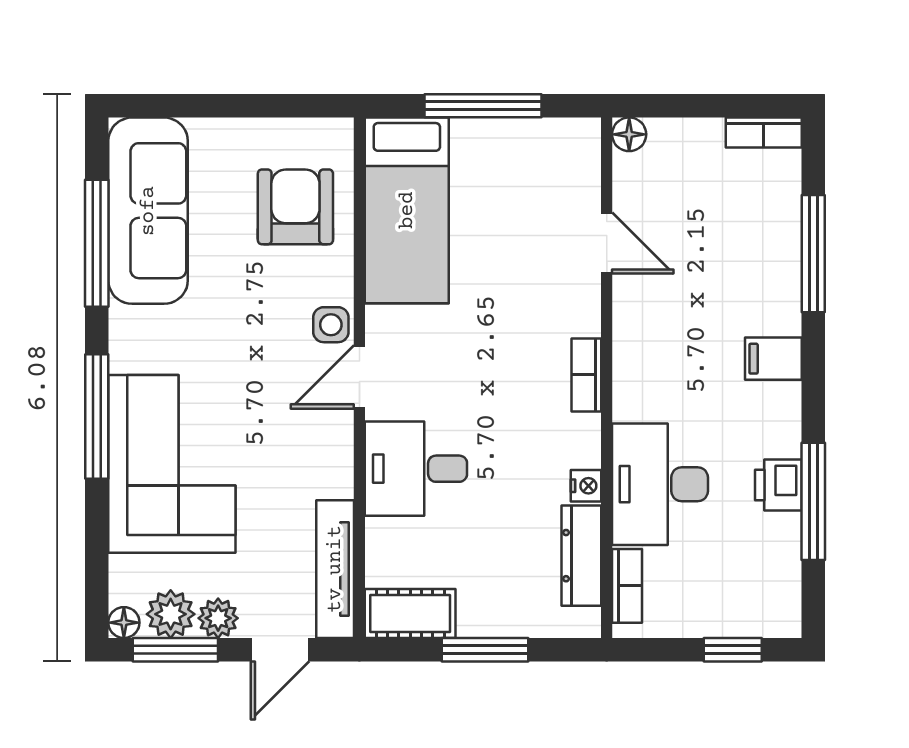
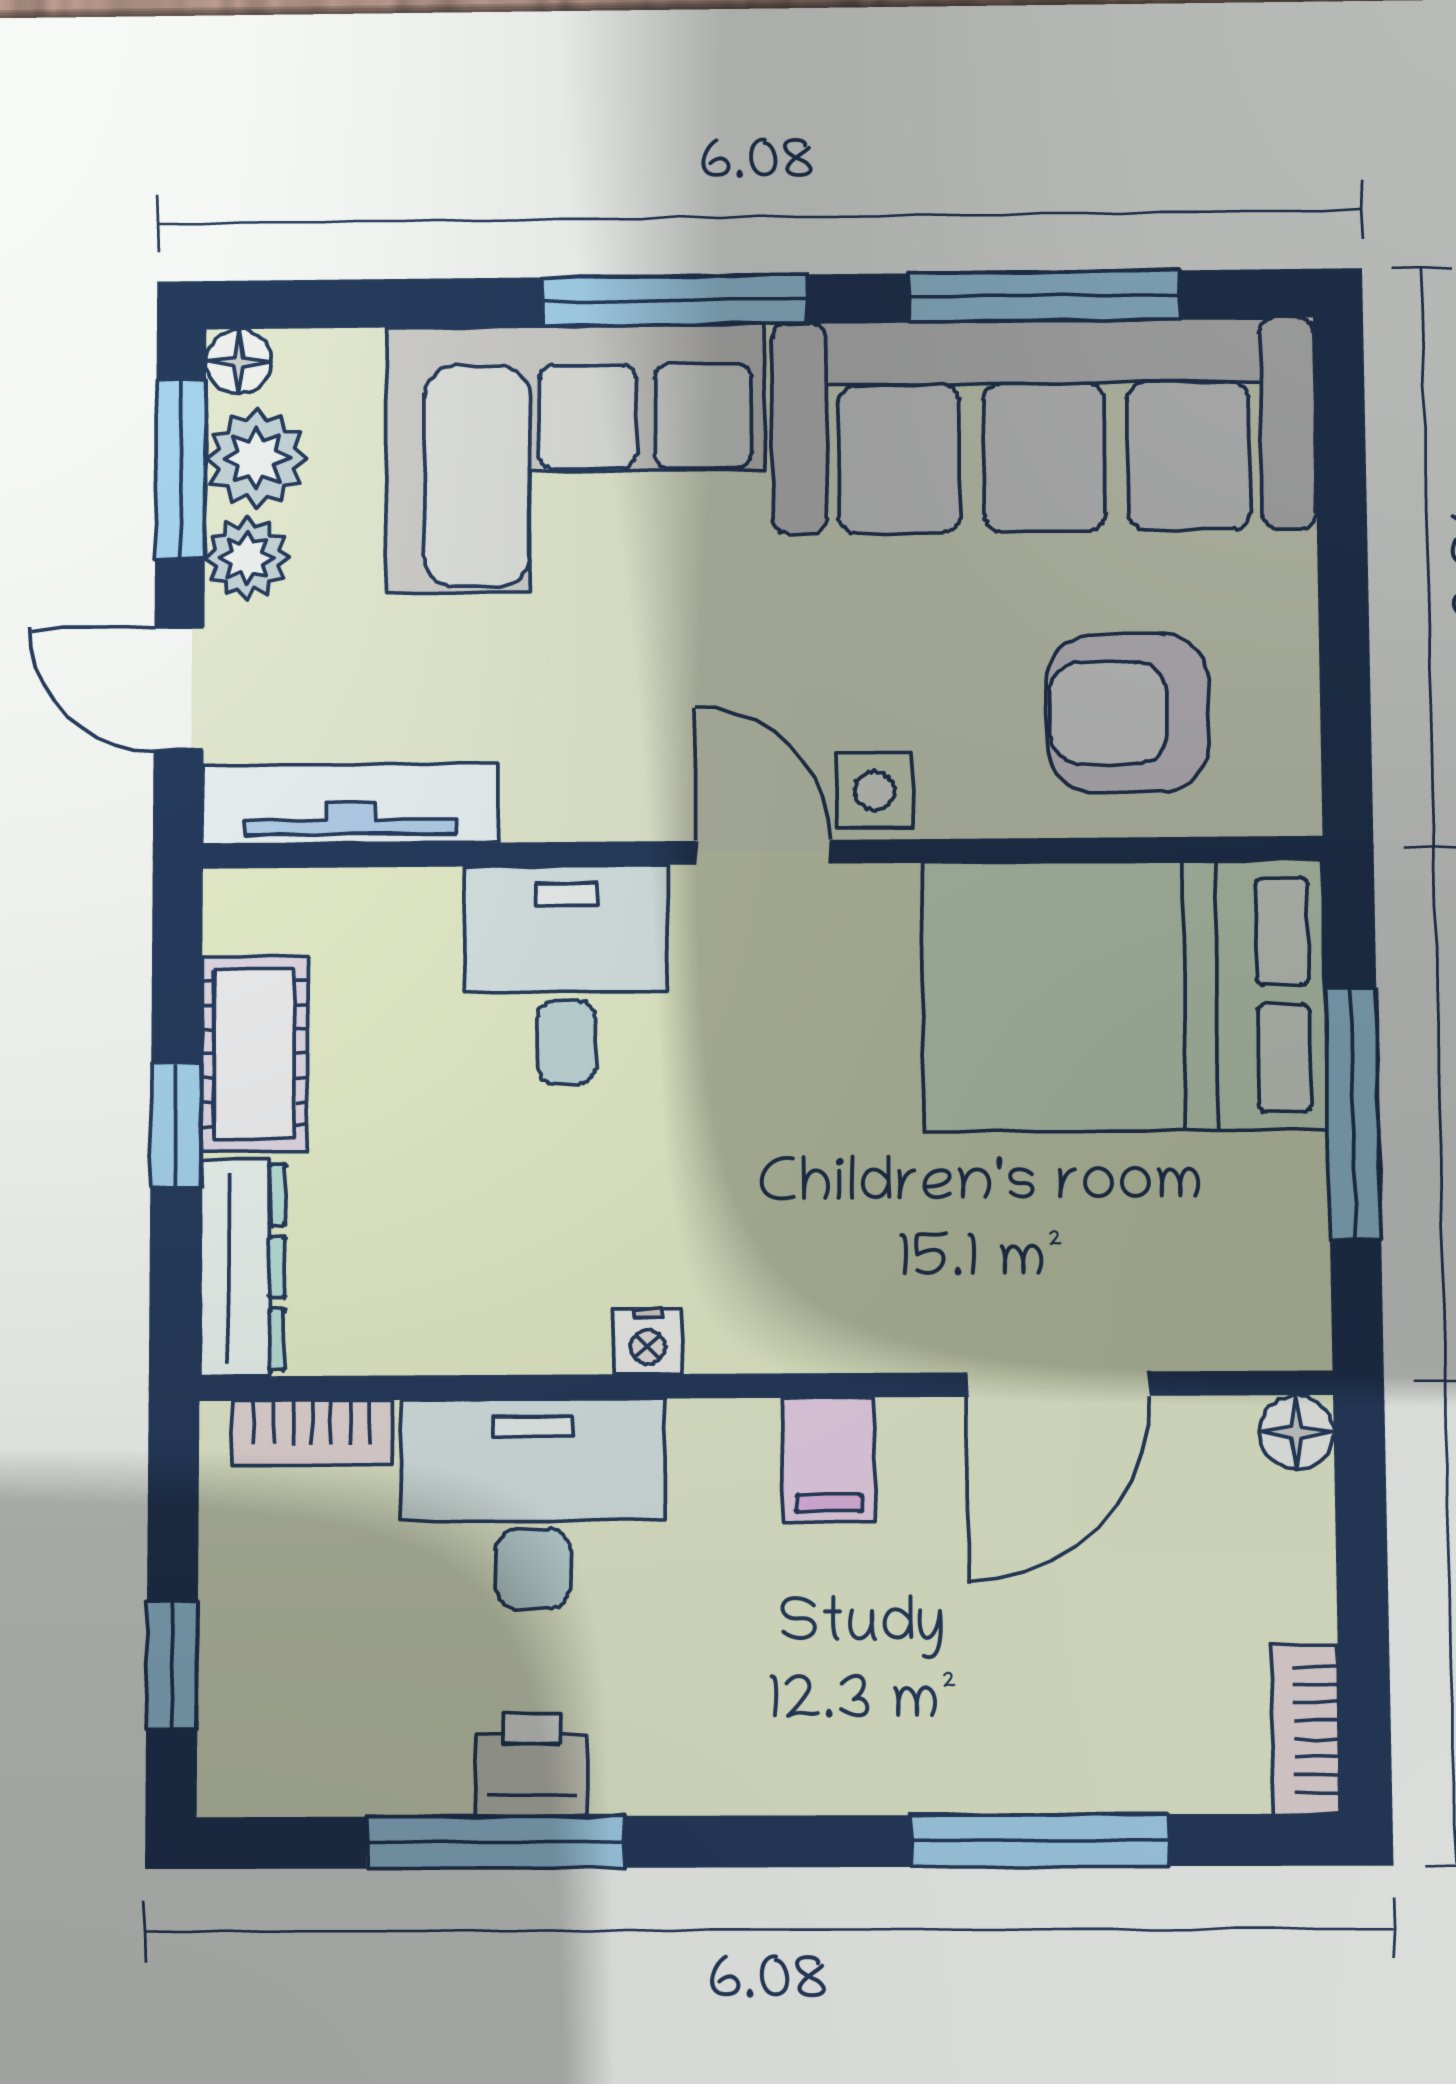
armchair: (295, 207) -> (1128, 713), turned 180
bed: (407, 210) -> (1124, 996), width x1.50
sofa: (148, 211) -> (1043, 426), width x1.36, depth x1.27
door: (607, 243) -> (1058, 1384), width x1.38
filing cabinet: (773, 359) -> (829, 1459), moved, turned 180
bookcase: (586, 375) -> (770, 1341), removed
nightstand: (586, 486) -> (648, 1341), moved
dresser: (581, 556) -> (242, 1267), moved, turned 90
cot: (410, 613) -> (254, 1053), moved
window: (485, 650) -> (176, 1126), width x0.67

